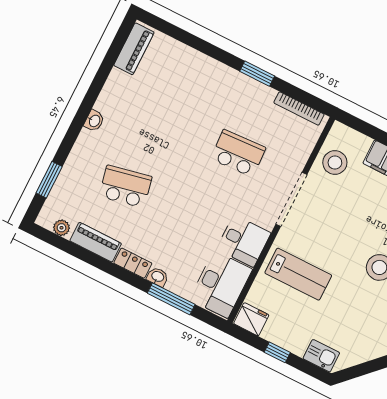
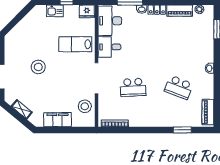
window: (257, 74) -> (182, 130), moved
school desk: (126, 187) -> (179, 87), moved, turned 33
kitchen sink: (321, 356) -> (55, 11), moved

